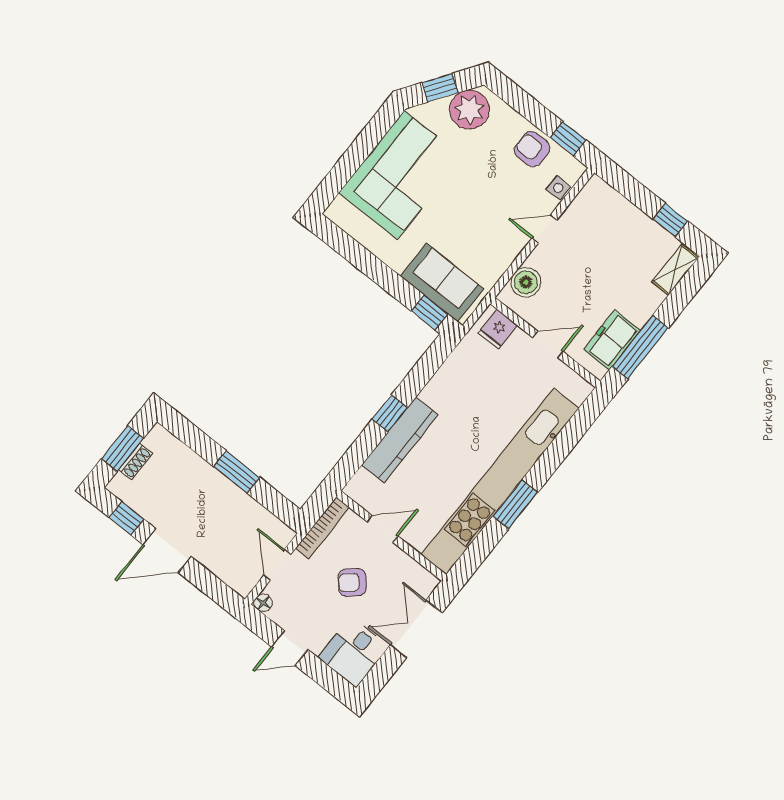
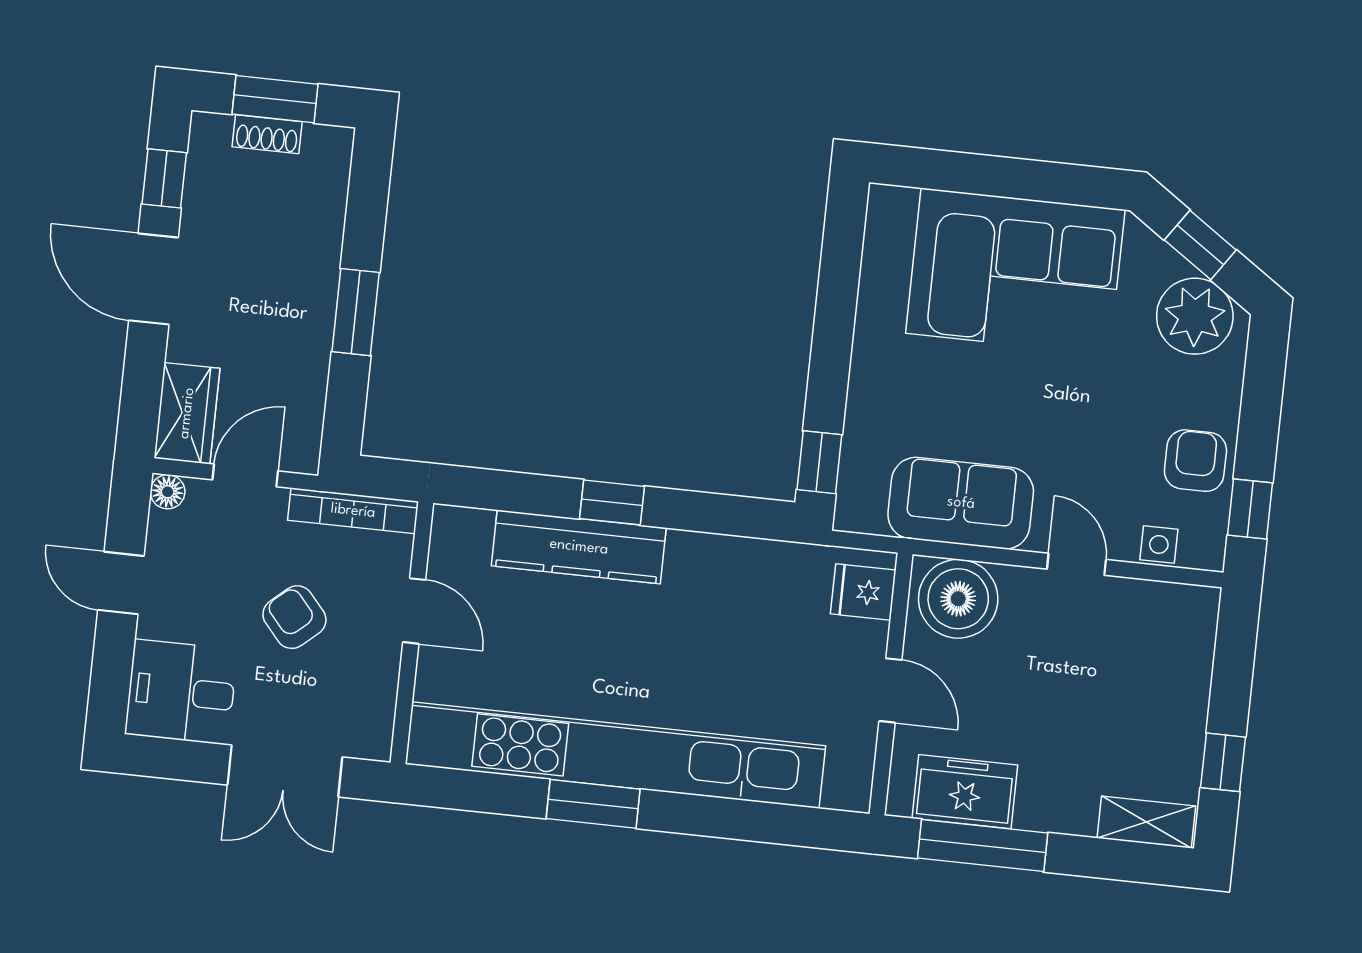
boiler: (526, 282) -> (958, 599), width x1.37, depth x1.37
sofa: (442, 283) -> (961, 503), moved, turned -90
wardrobe: (234, 573) -> (187, 413), added
double door: (416, 629) -> (285, 771), swing flipped

